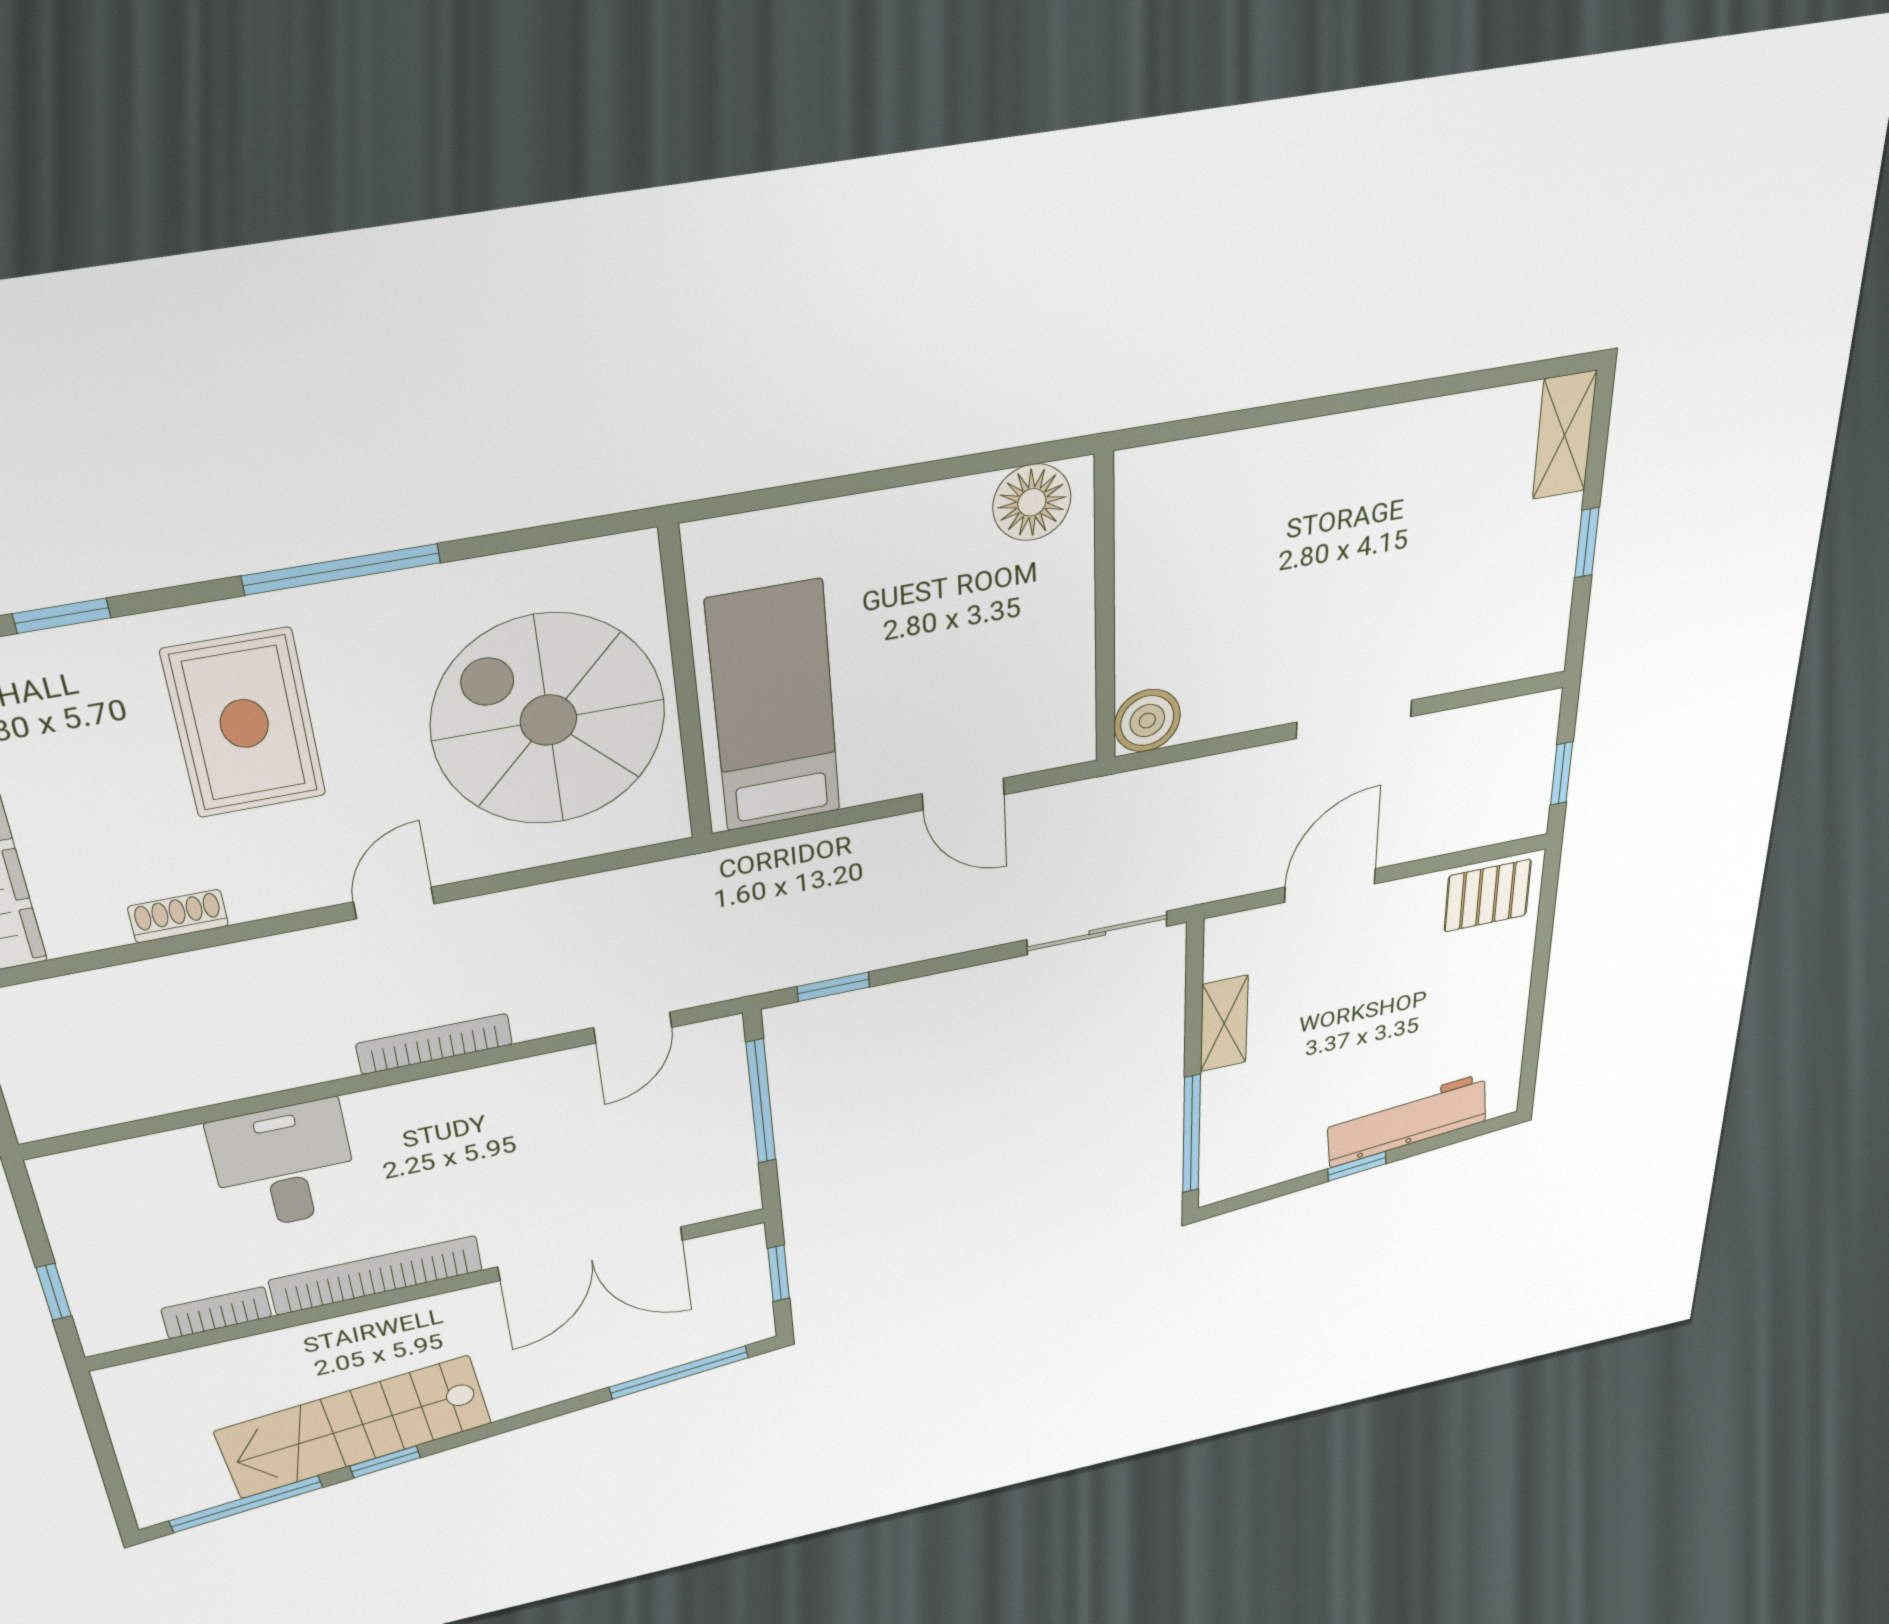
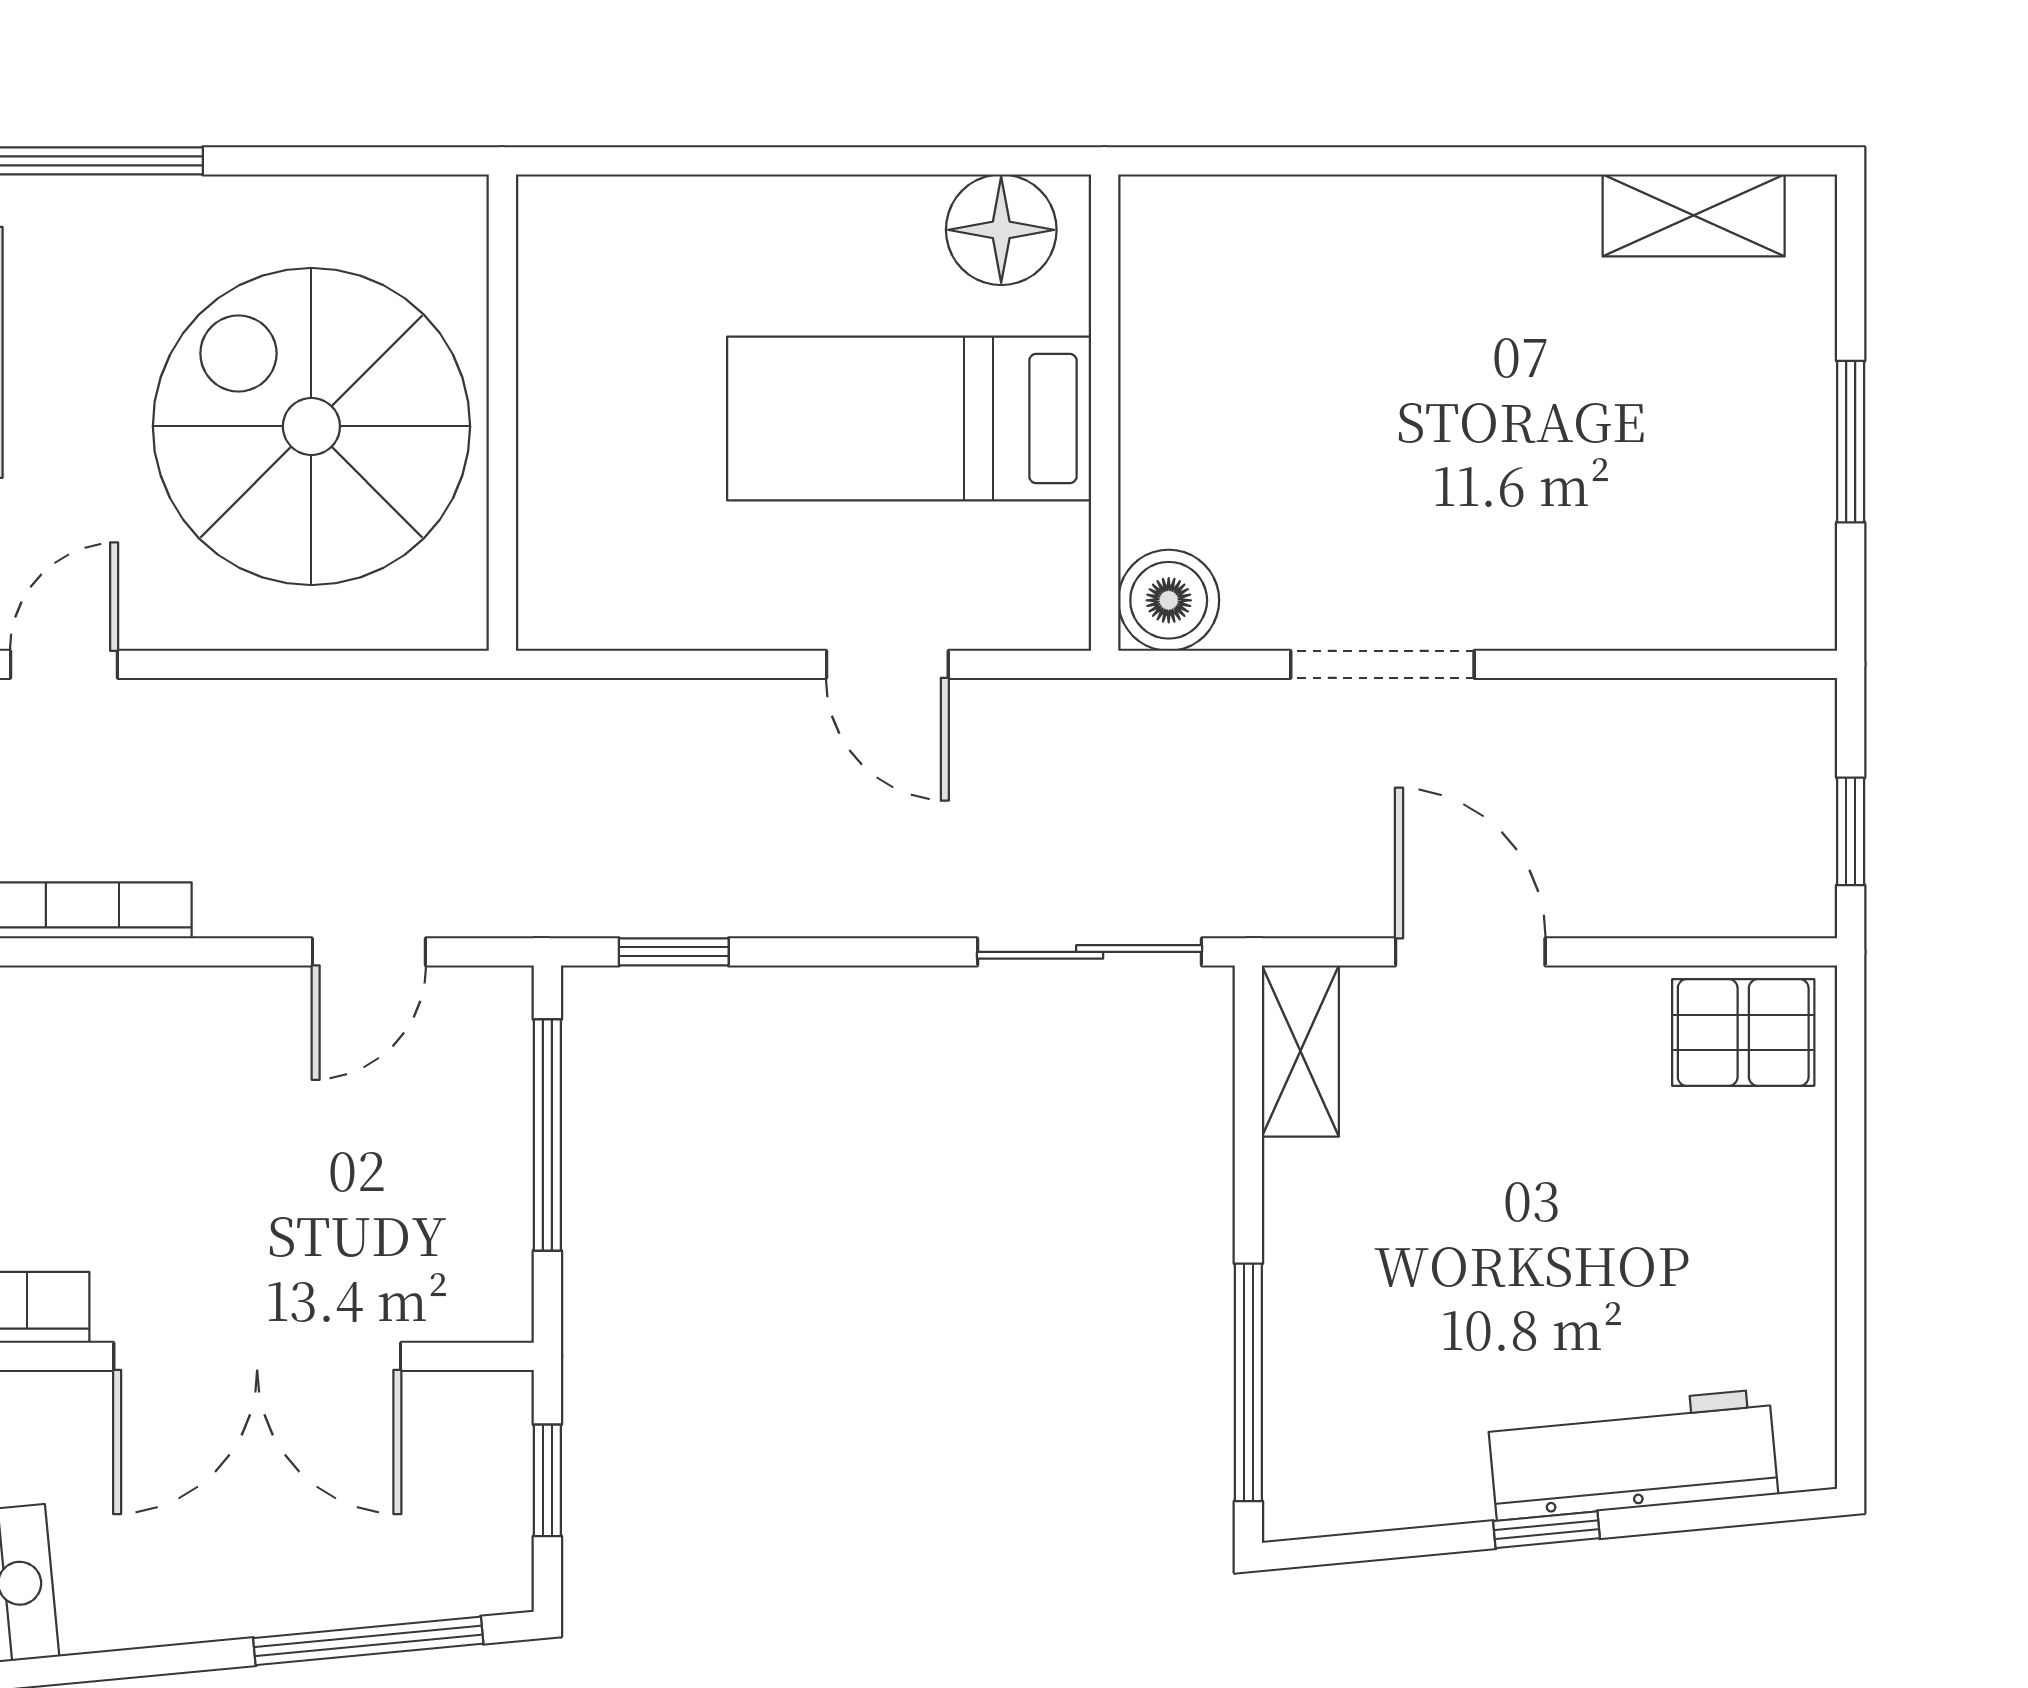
shelving: (1564, 435) -> (1694, 215), moved, turned 90
window: (1587, 543) -> (1851, 442), width x1.50
bed: (774, 707) -> (909, 419), moved, turned -90
doorway: (1354, 719) -> (1382, 664), moved
door: (1330, 885) -> (1470, 952), hinge flipped
shelving: (1224, 1024) -> (1300, 1051), moved

